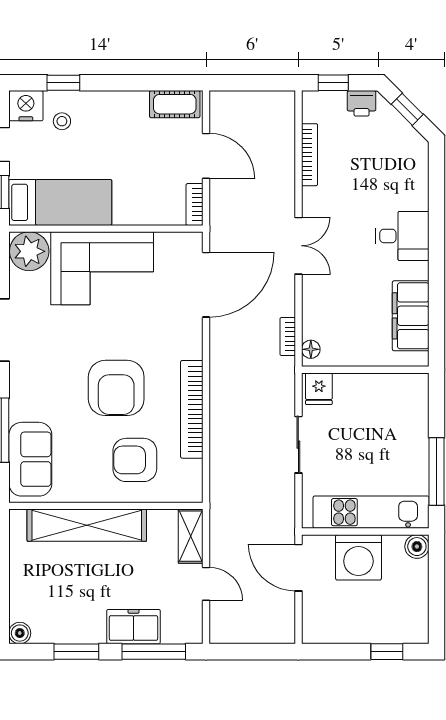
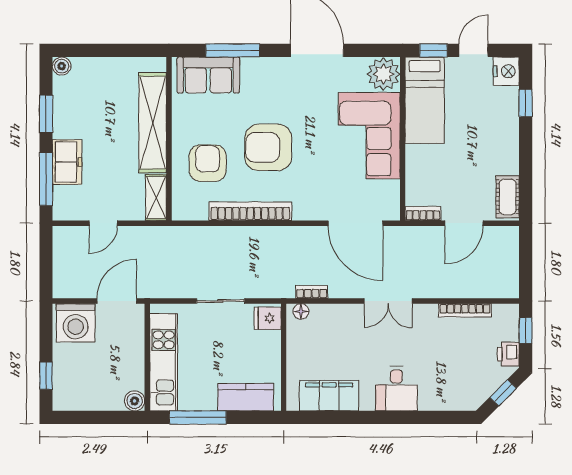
stool: (62, 121) -> (493, 102), removed
kitchen counter: (412, 415) -> (246, 397), added
shelving: (191, 536) -> (156, 198), moved, turned 90
washing machine: (358, 557) -> (76, 323), moved, turned -90

